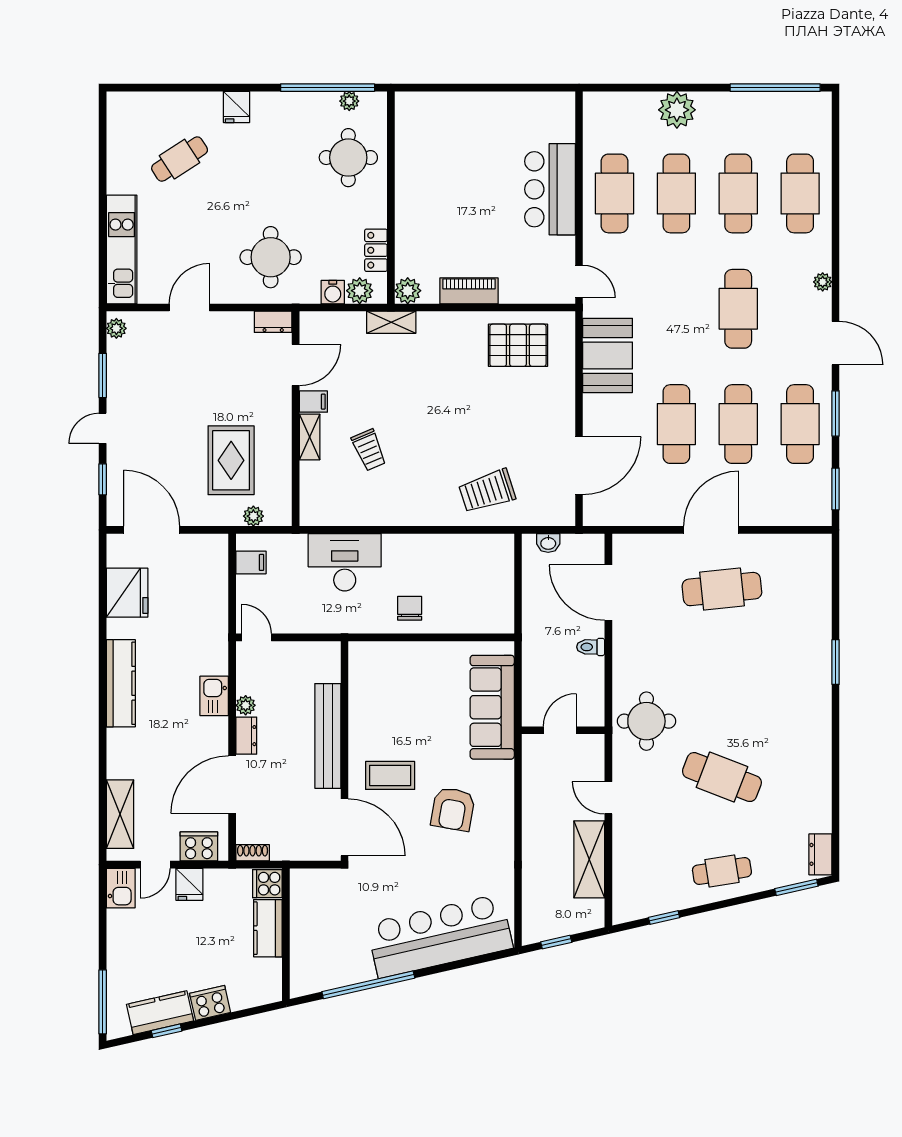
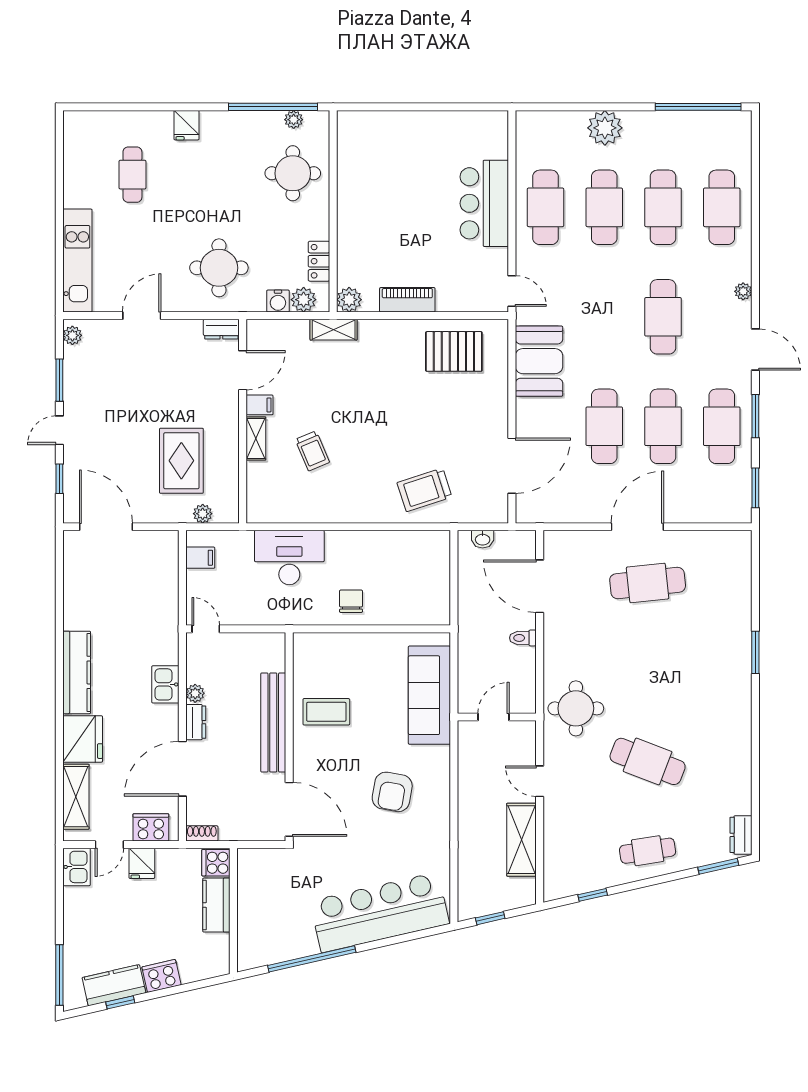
cafe table: (180, 159) -> (132, 175), turned -57
fridge: (127, 593) -> (83, 739), moved
coffee table: (390, 775) -> (326, 712), moved

